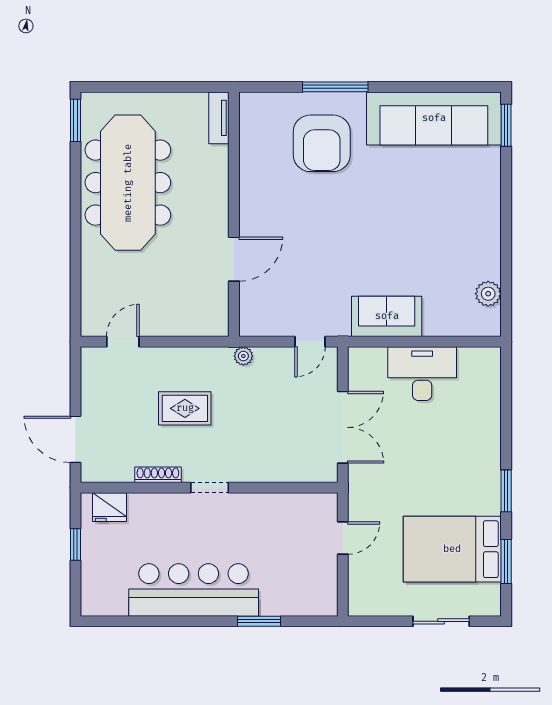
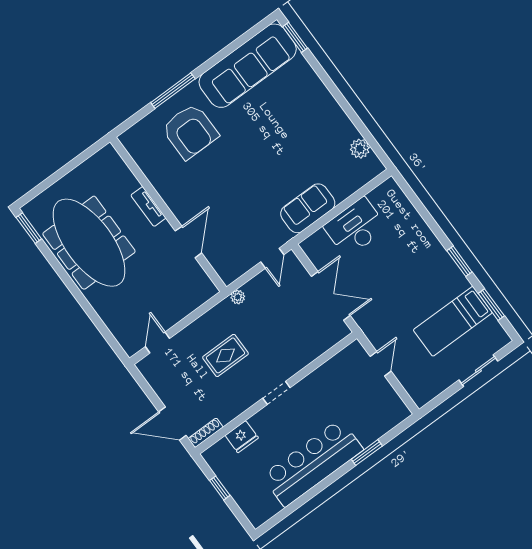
tv unit: (219, 118) -> (148, 207), moved
shoe rack: (158, 475) -> (206, 433), moved
fridge: (110, 507) -> (242, 437), moved
bed: (452, 549) -> (453, 321), width x0.67

